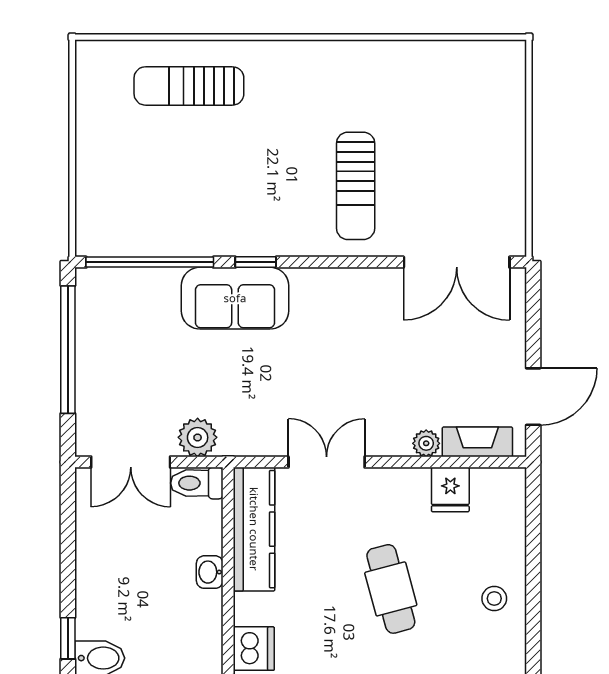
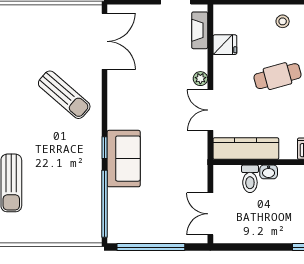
sun lounger: (356, 186) -> (64, 95), turned 41
plant: (198, 437) -> (197, 178), removed
plant: (426, 443) -> (200, 79), moved
double door: (131, 462) -> (210, 214), swing flipped
toilet: (197, 483) -> (250, 179), moved

